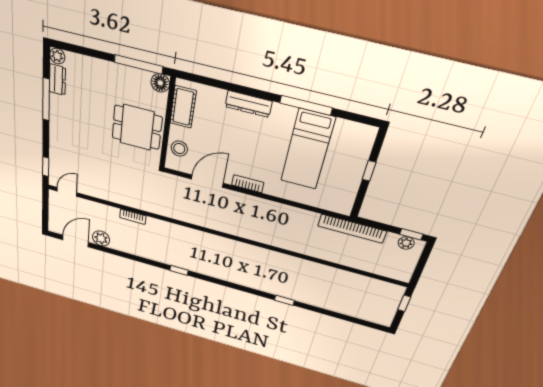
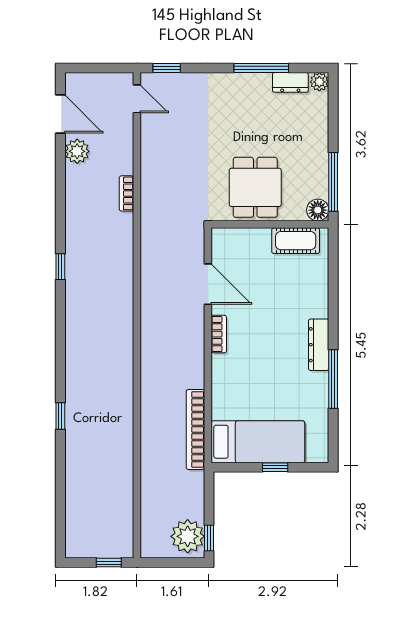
dresser: (249, 104) -> (319, 345), moved
stool: (179, 149) -> (242, 243), removed
bed: (308, 150) -> (258, 442), moved, turned 180
bookcase: (352, 229) -> (195, 429), moved
plant: (406, 243) -> (188, 536), width x1.87, depth x1.87

